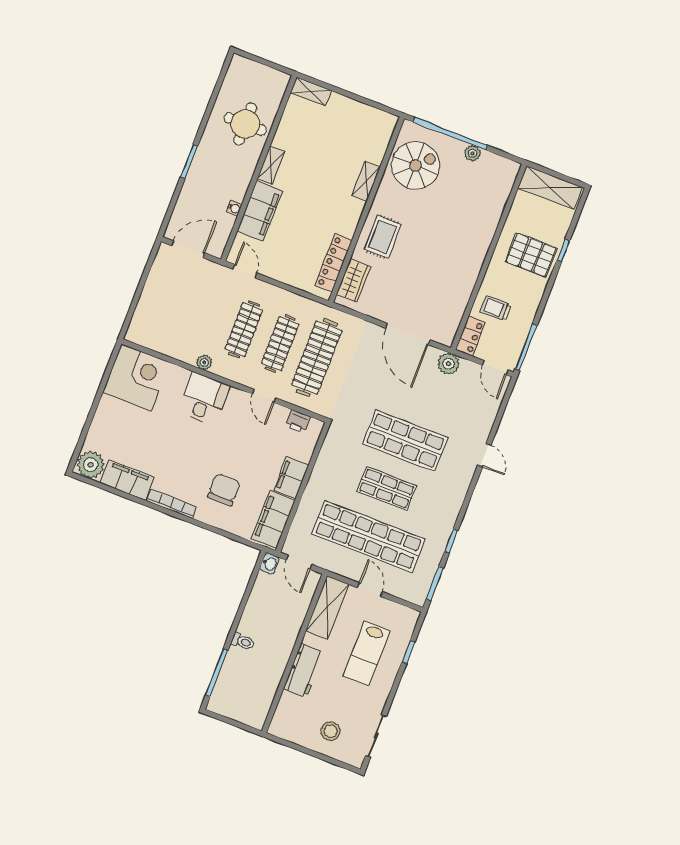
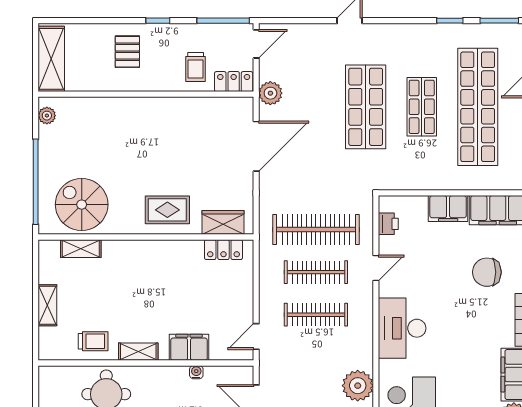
shelving: (311, 91) -> (47, 305), moved
trolley: (295, 130) -> (93, 341), added
plant: (473, 153) -> (47, 116), moved
shelving: (366, 181) -> (81, 249), moved
filing cabinet: (260, 211) -> (189, 347), width x0.67, depth x0.86
window: (563, 250) -> (158, 21), moved
pallet: (531, 255) -> (127, 52), width x0.67, depth x0.71
locker: (334, 263) -> (223, 250), width x0.66
plant: (204, 362) -> (358, 386), moved, width x1.88, depth x1.88
desk: (204, 399) -> (402, 328), width x1.37

